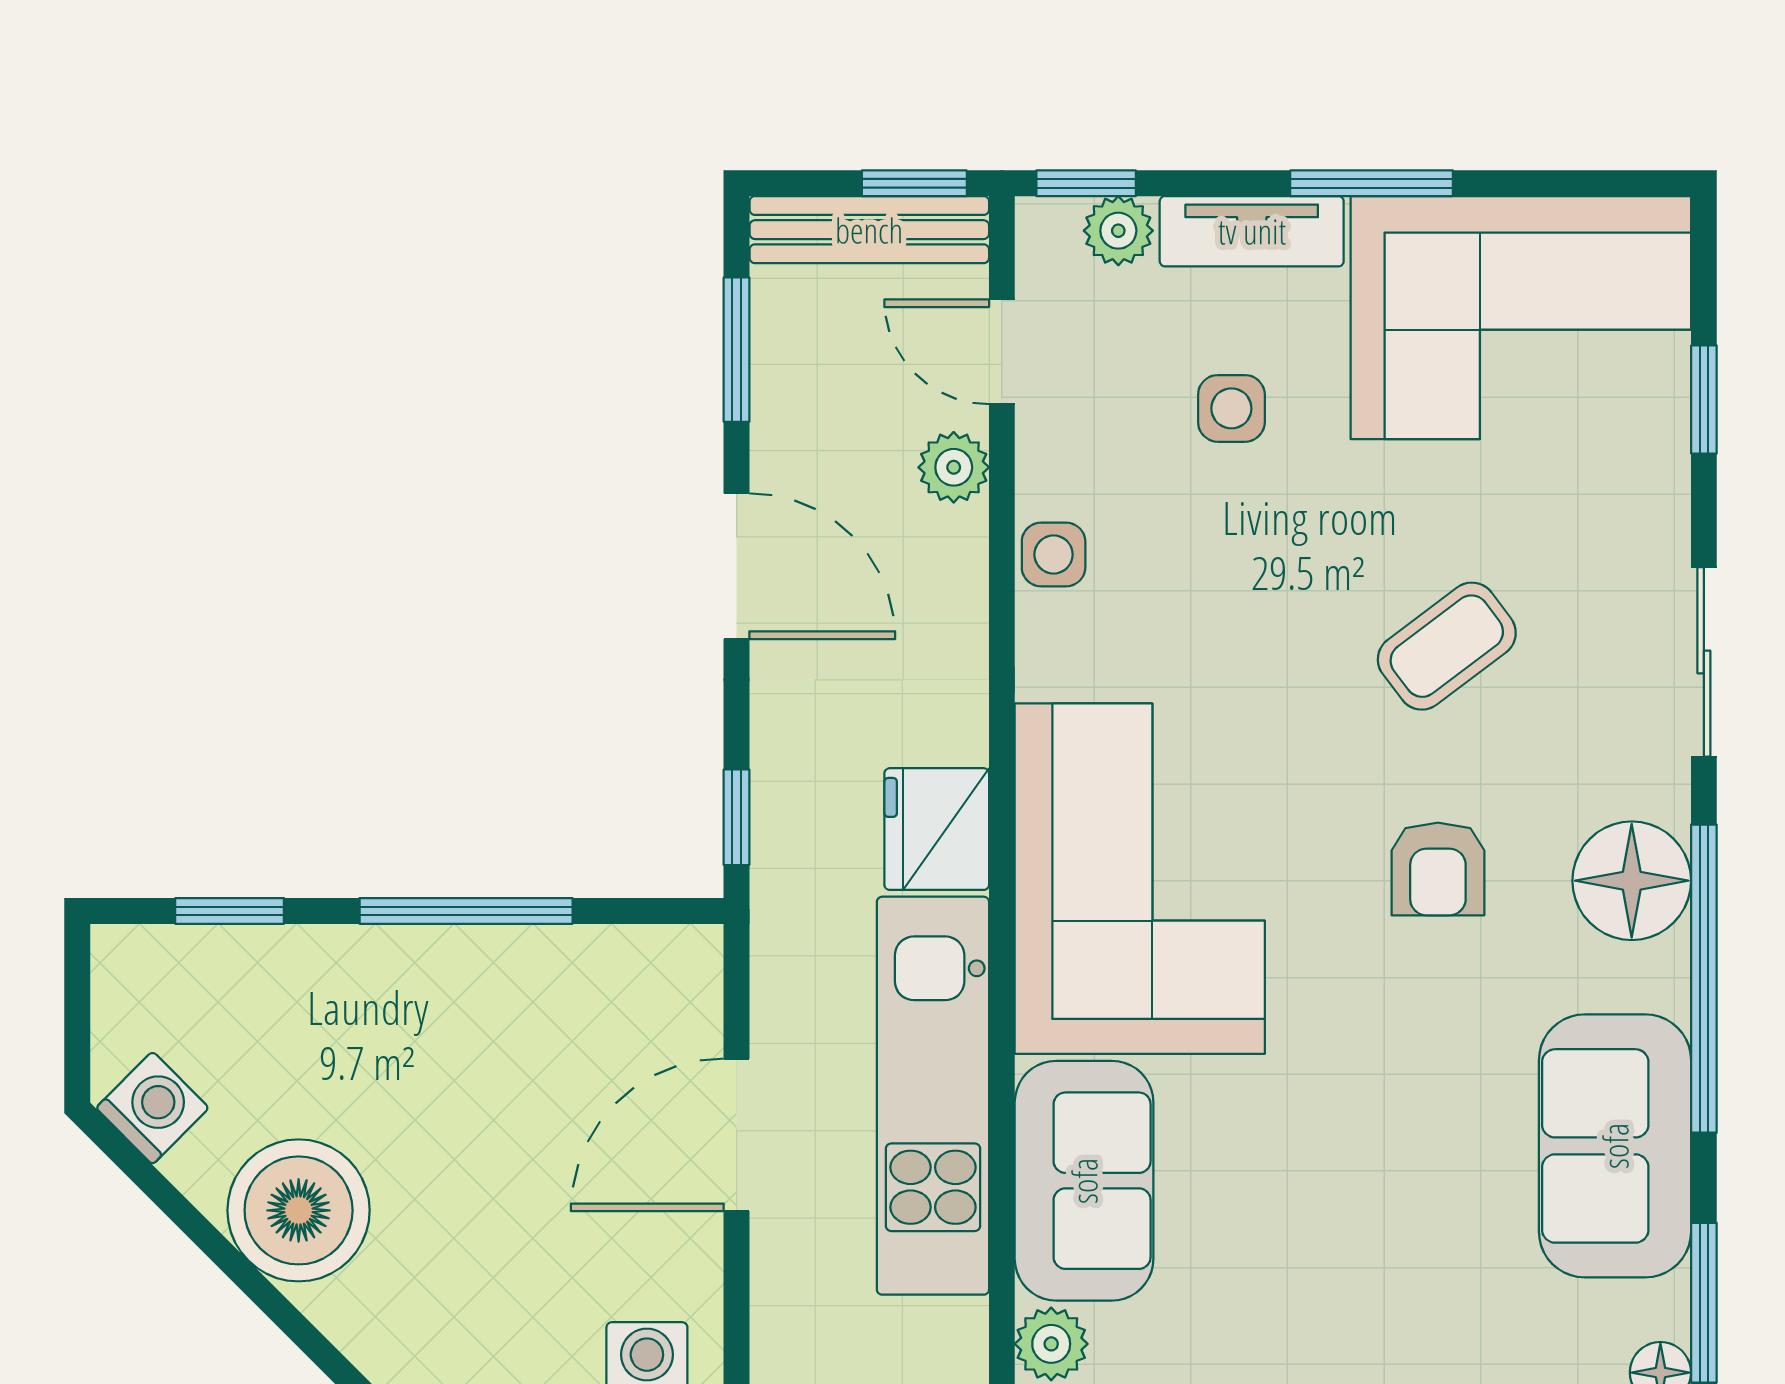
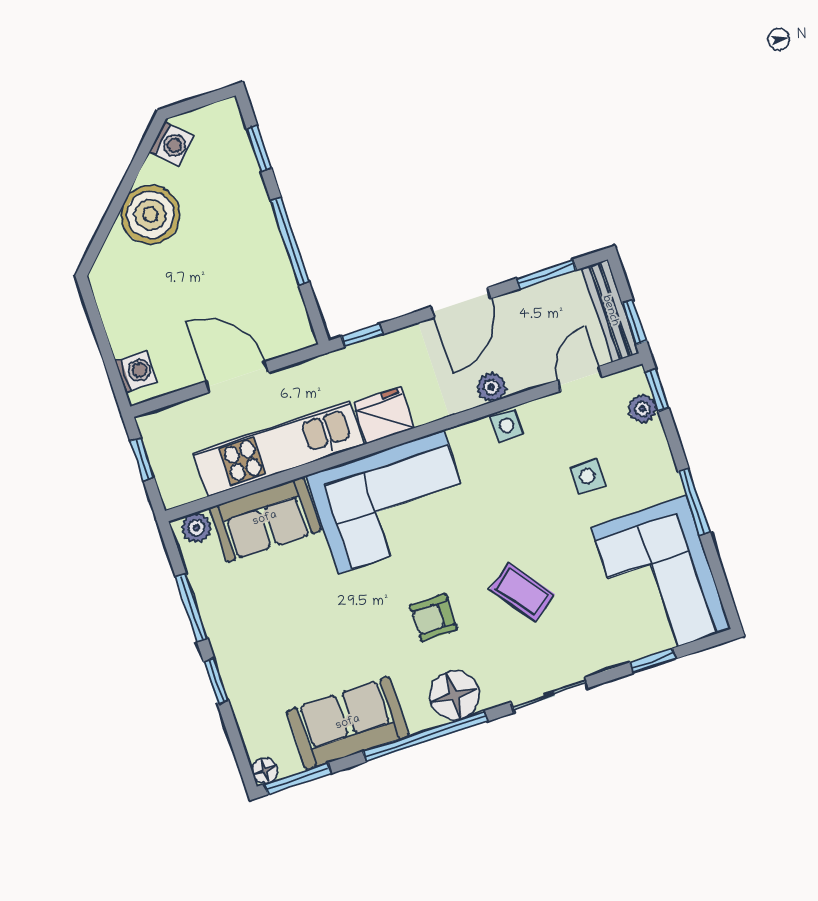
tv unit: (1252, 231) -> (660, 461), removed
plant: (954, 467) -> (491, 387), moved

